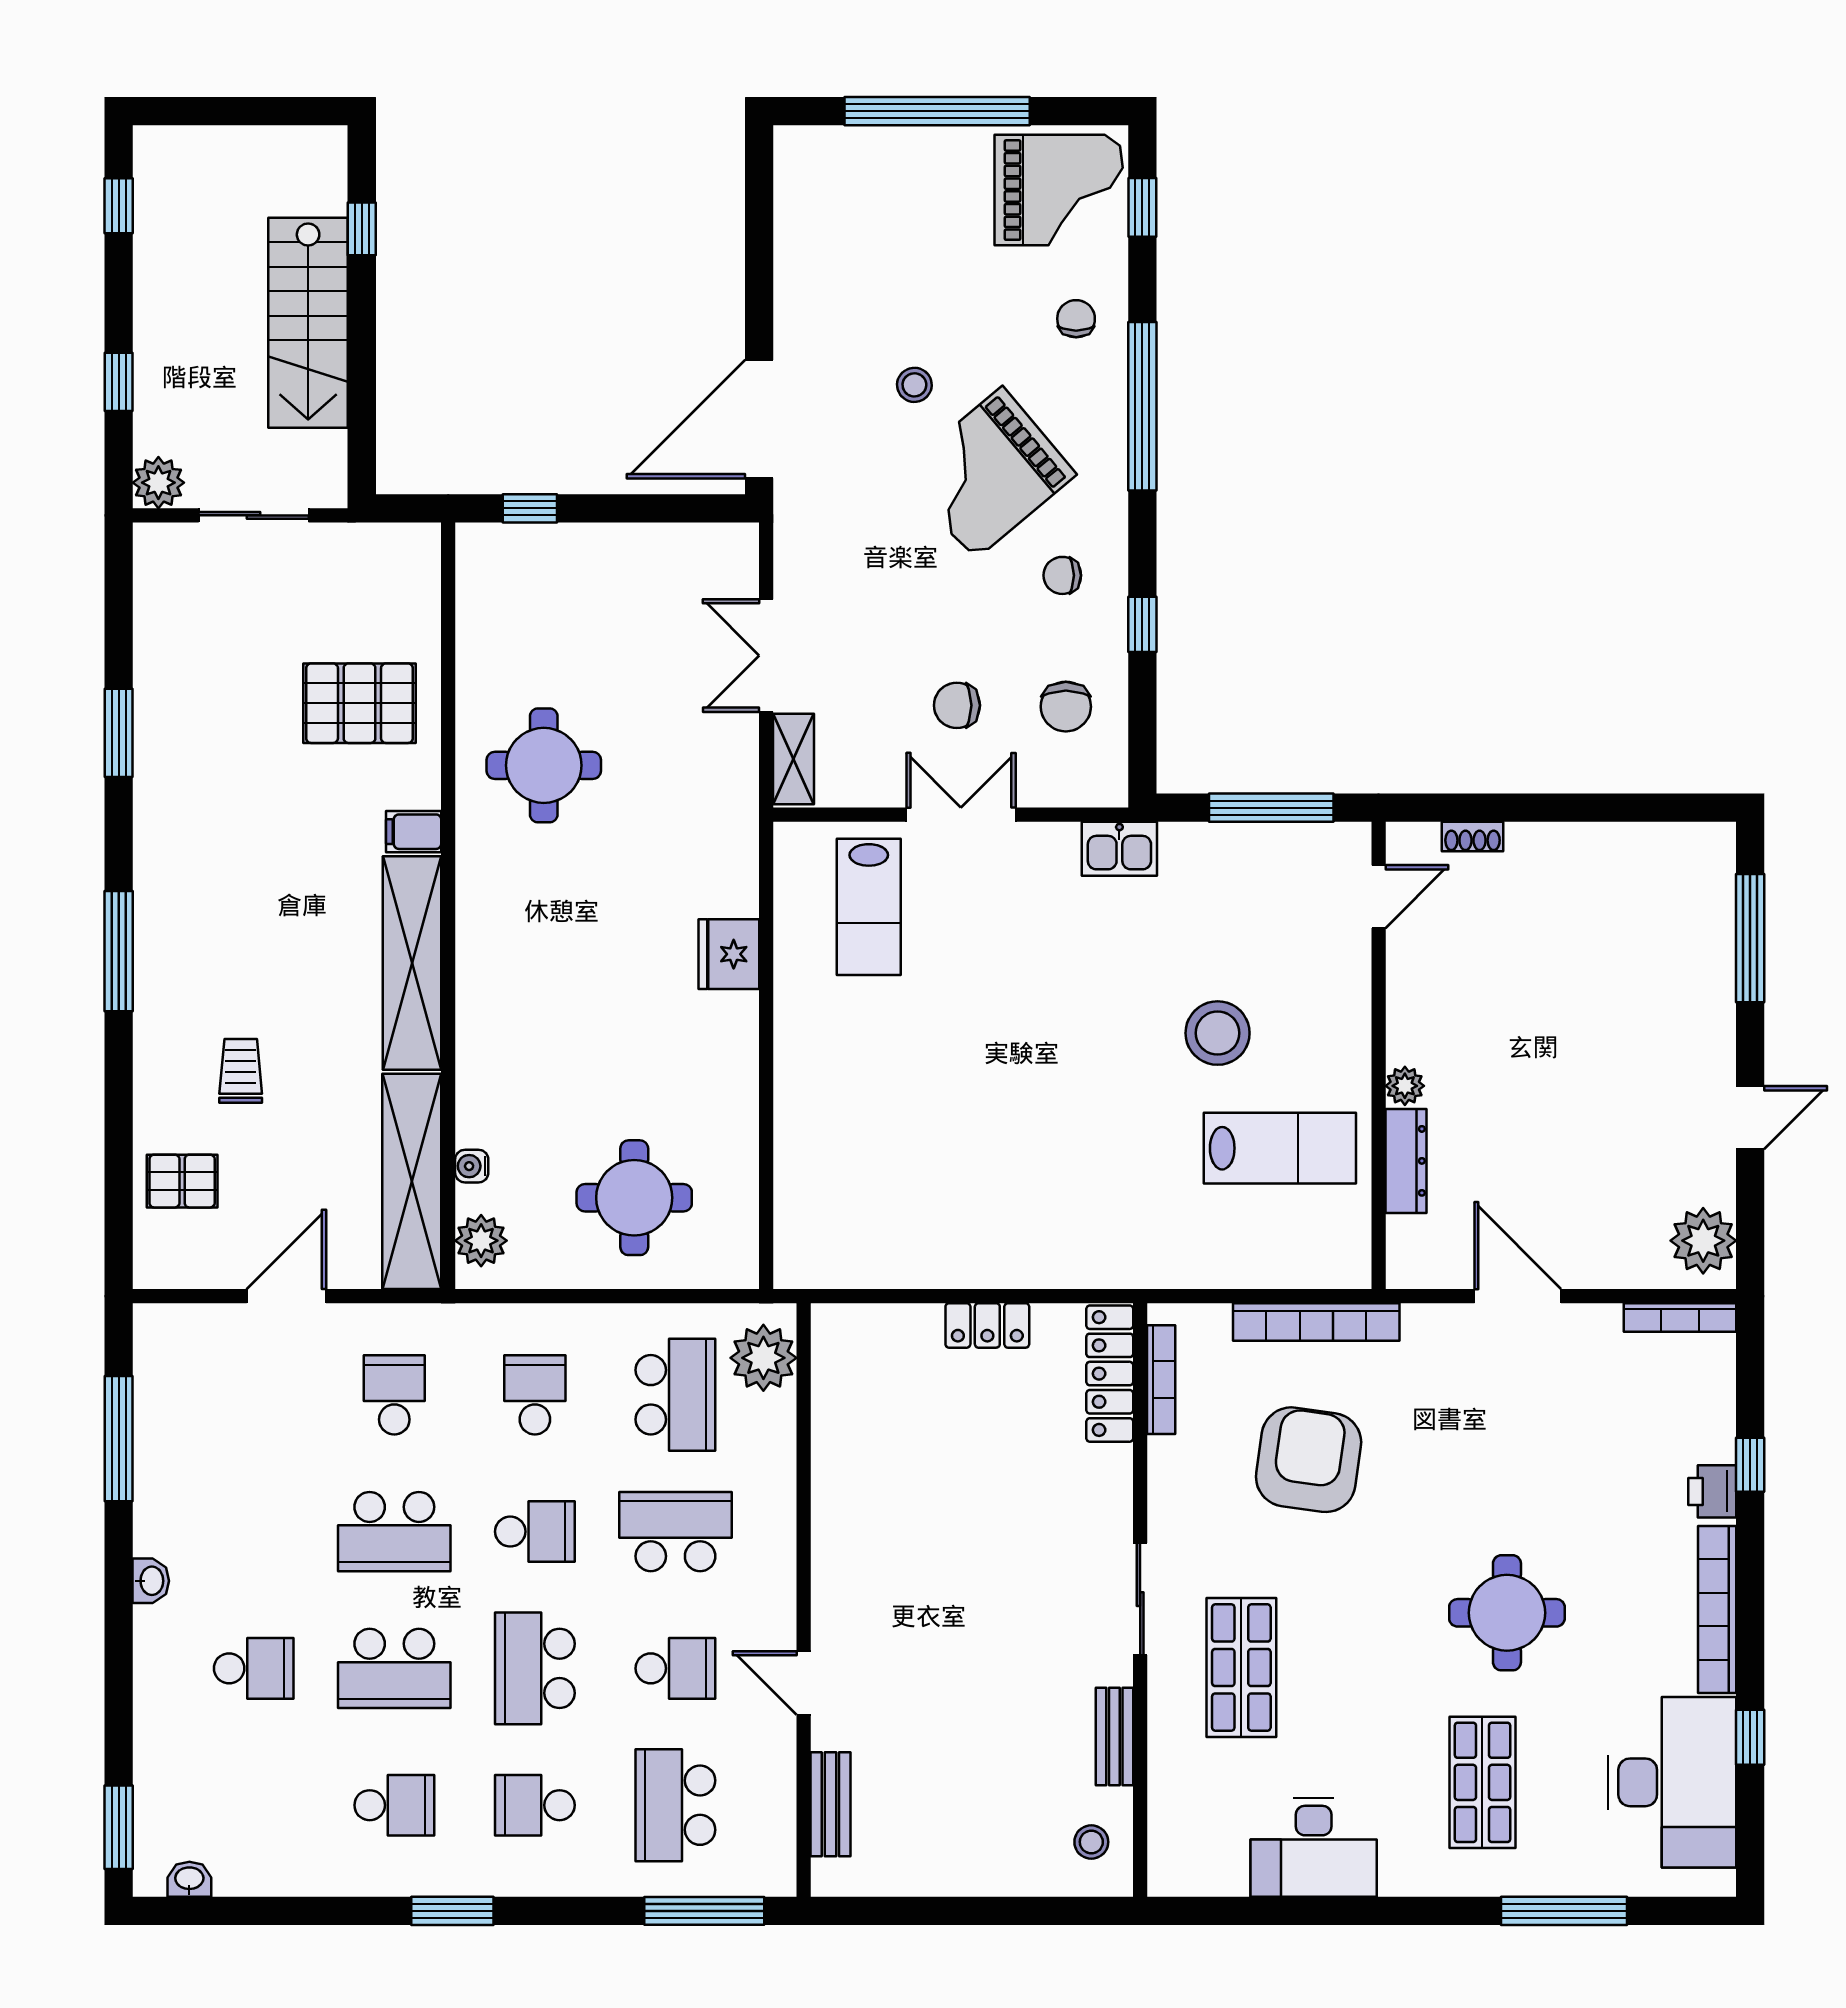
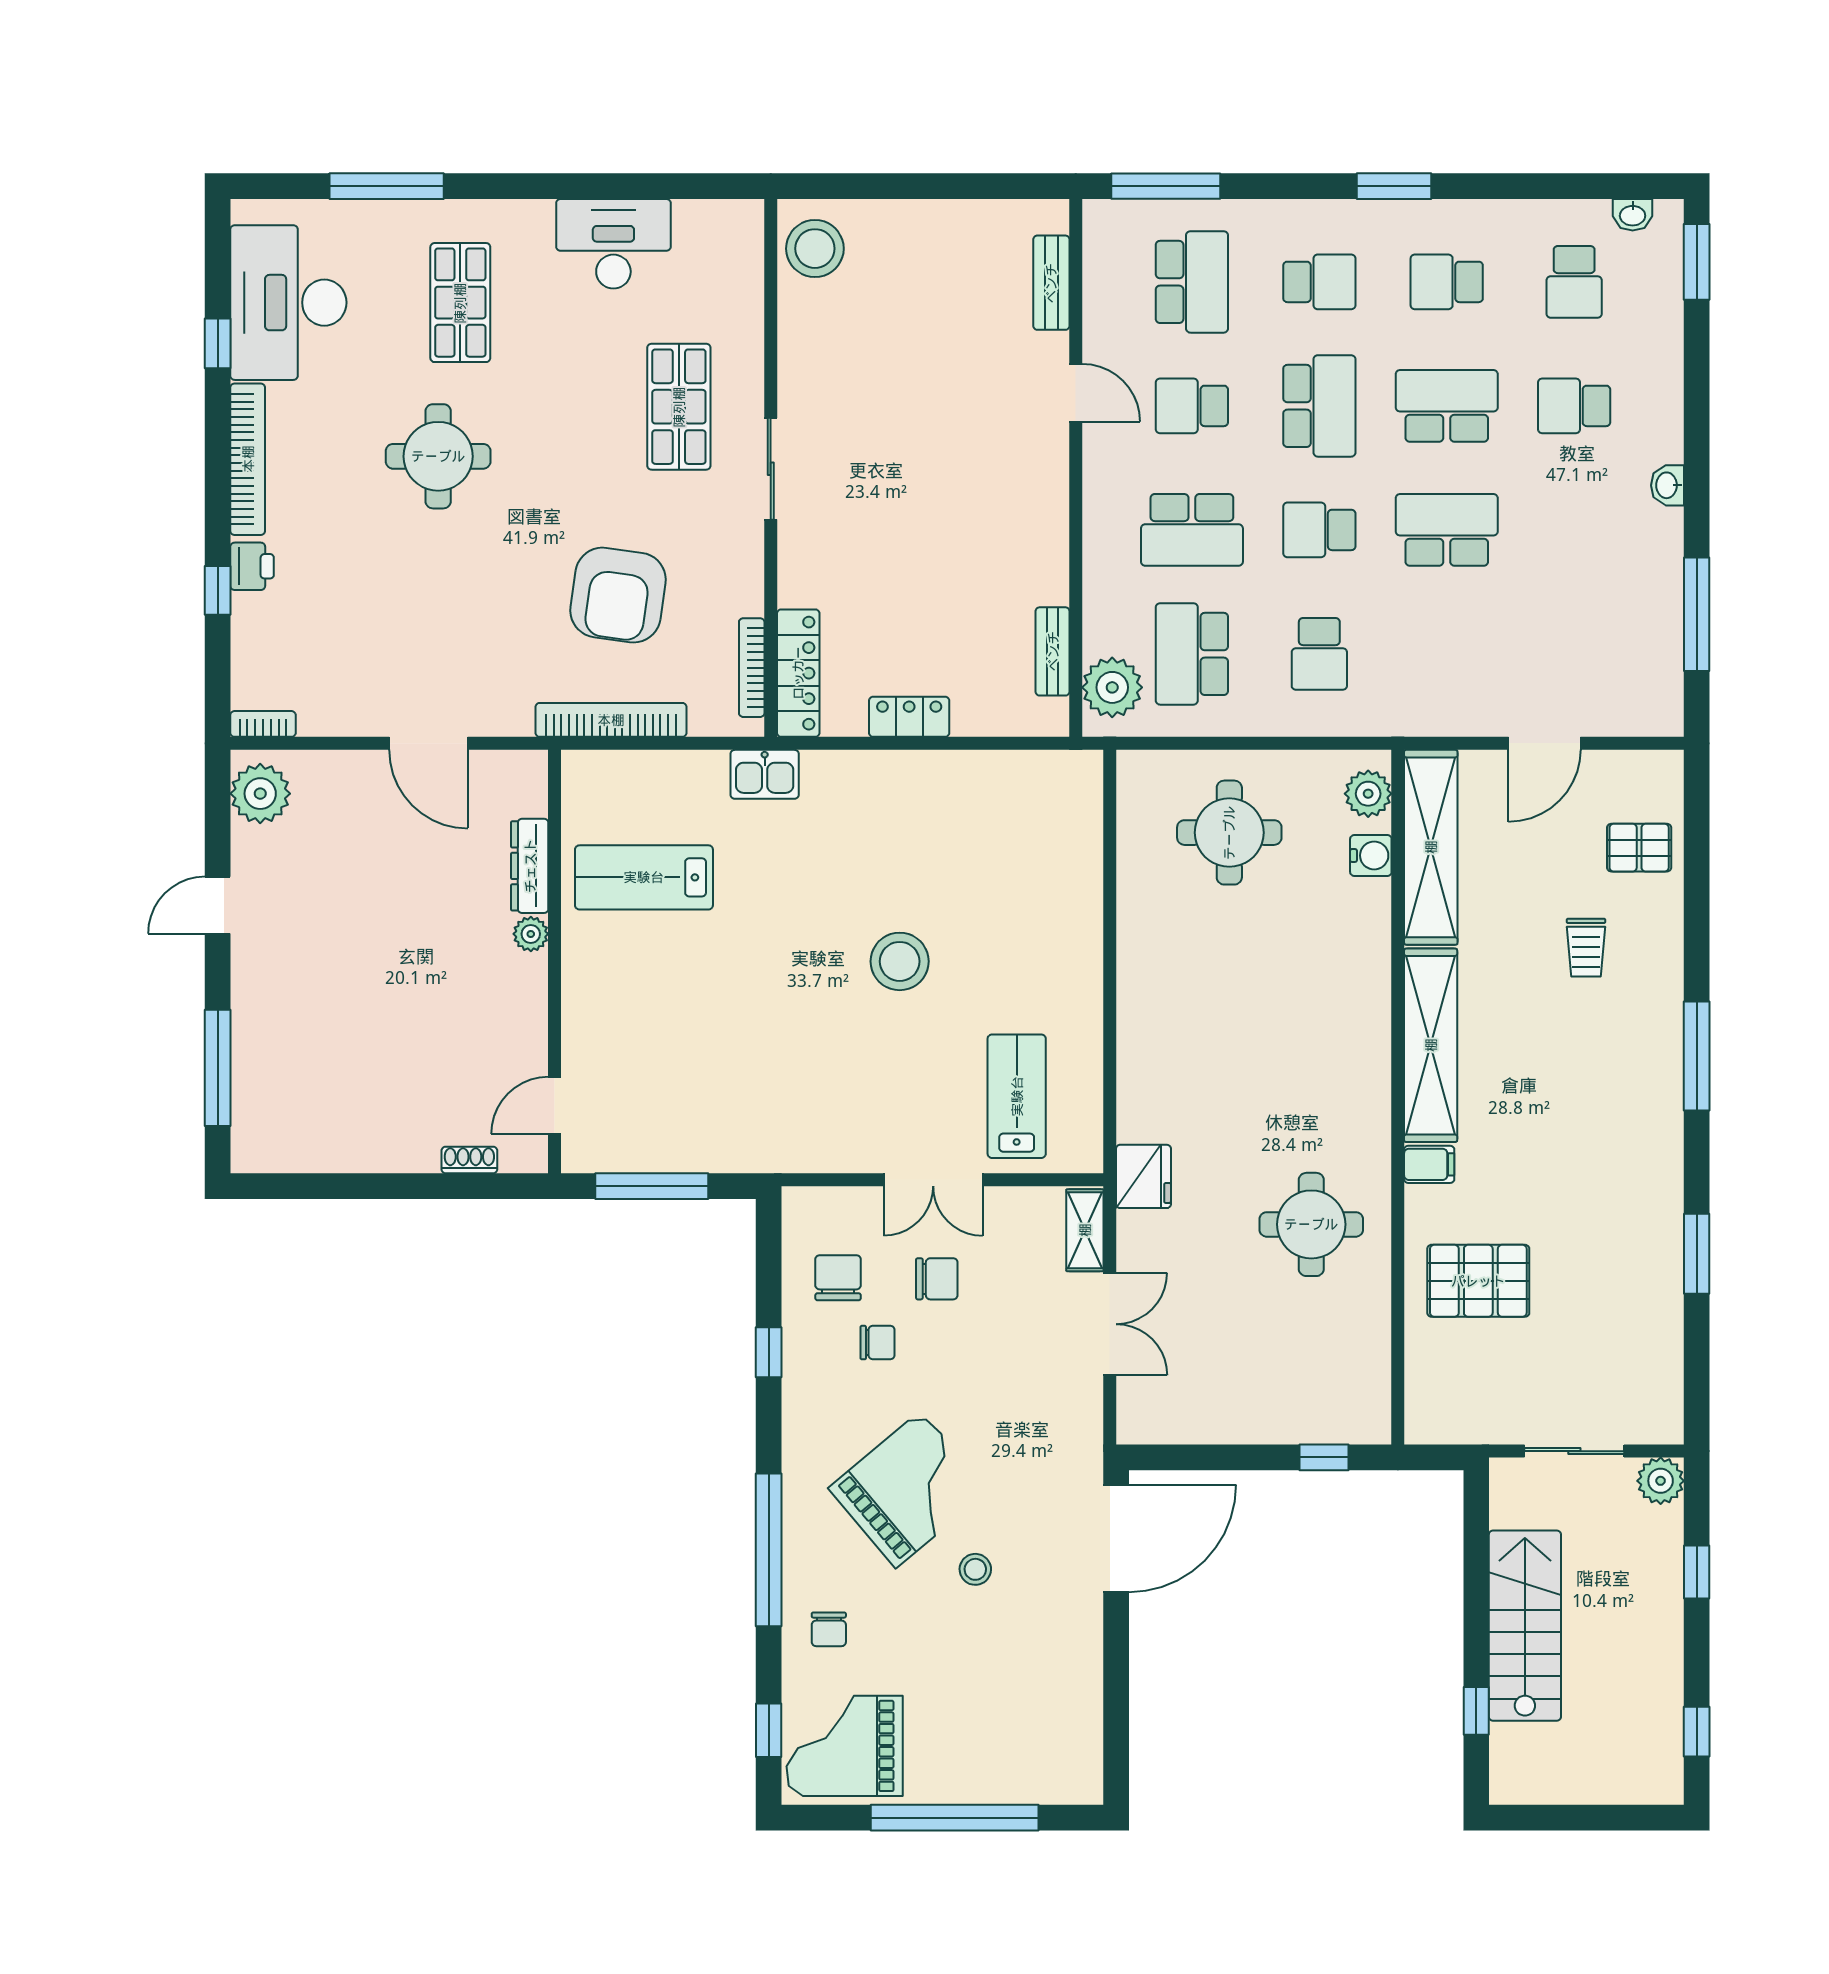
chair: (1062, 575) -> (877, 1343), moved
kitchen sink: (1119, 849) -> (765, 774), moved, turned 180
fridge: (729, 954) -> (1143, 1176), moved
stool: (1218, 1033) -> (900, 961), moved
water cooler: (472, 1166) -> (1371, 855), width x1.38, depth x1.38
bookcase: (1680, 1317) -> (263, 724), width x0.64
school desk: (394, 1395) -> (1574, 282), moved
bench: (1114, 1736) -> (1053, 651), moved
stool: (1091, 1842) -> (815, 249), width x1.89, depth x1.89

